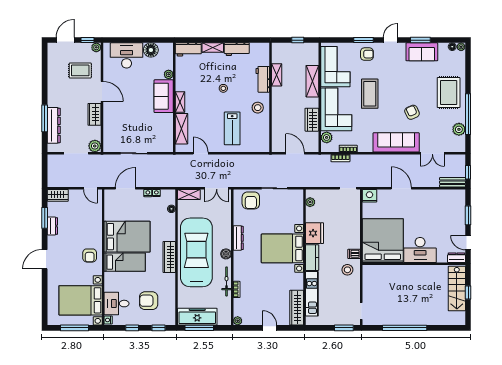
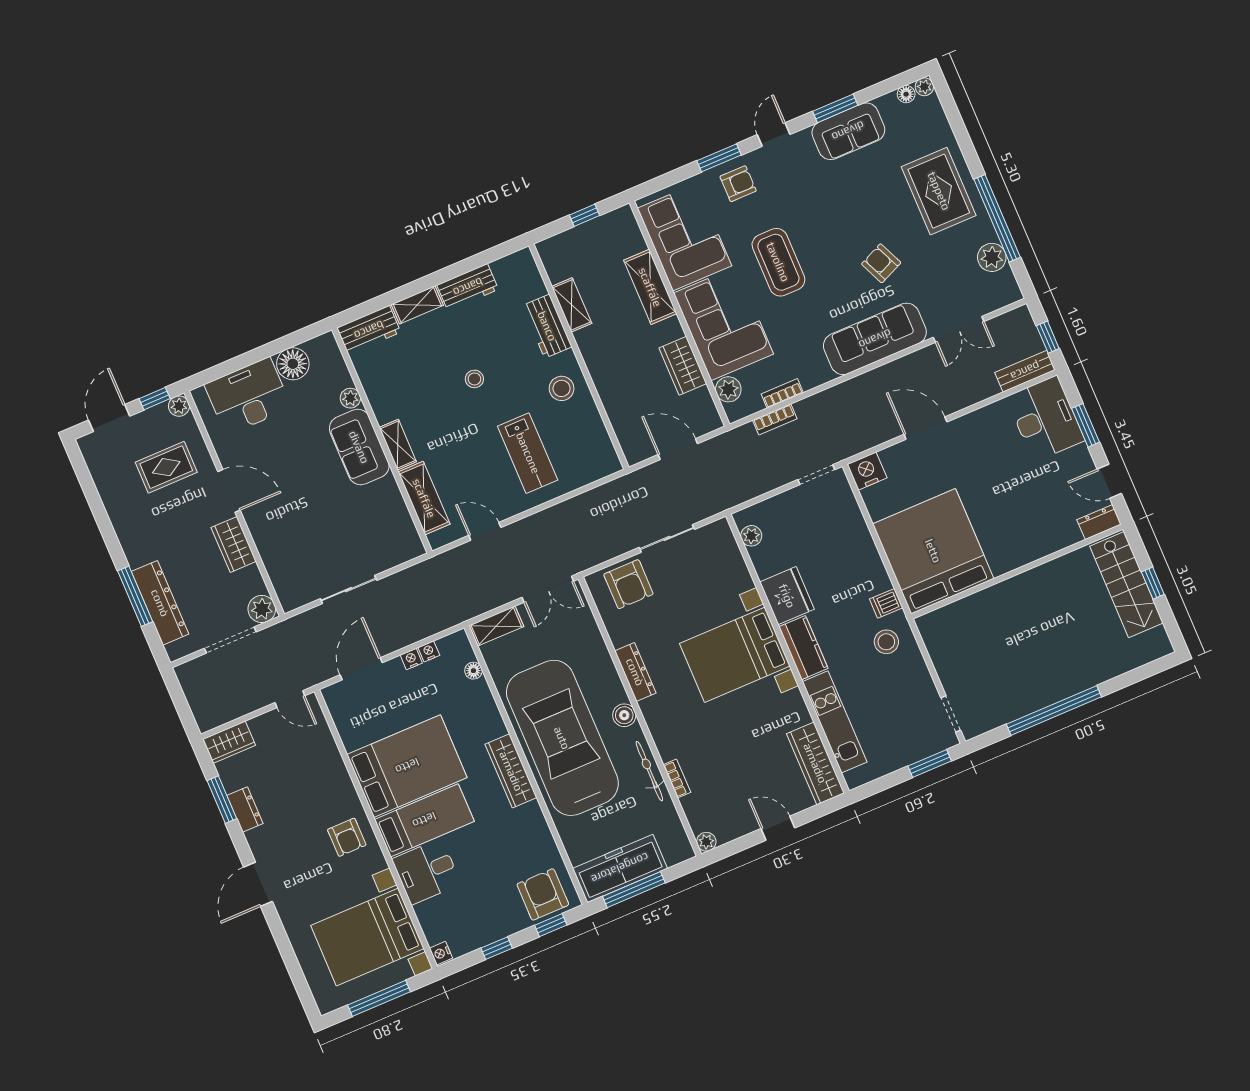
desk: (420, 250) -> (1045, 419), moved, turned -90
armchair: (149, 301) -> (543, 894), moved, turned 90
desk: (117, 304) -> (426, 872), moved

